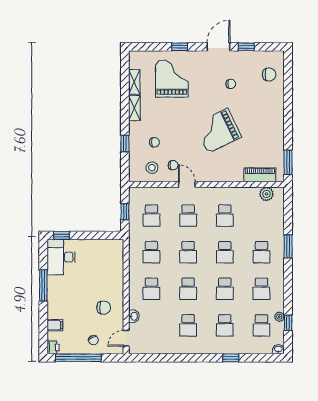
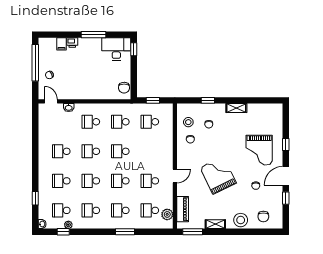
door: (218, 47) -> (286, 176), swing flipped
grand piano: (172, 79) -> (259, 150), moved, turned 90
shelving: (134, 82) -> (215, 224), moved
stool: (273, 103) -> (241, 220), added
door: (187, 184) -> (175, 176), moved
school desk: (188, 216) -> (150, 210), moved
chair: (104, 308) -> (124, 88), moved
printer: (53, 347) -> (72, 43), moved
window: (231, 358) -> (35, 198), moved

